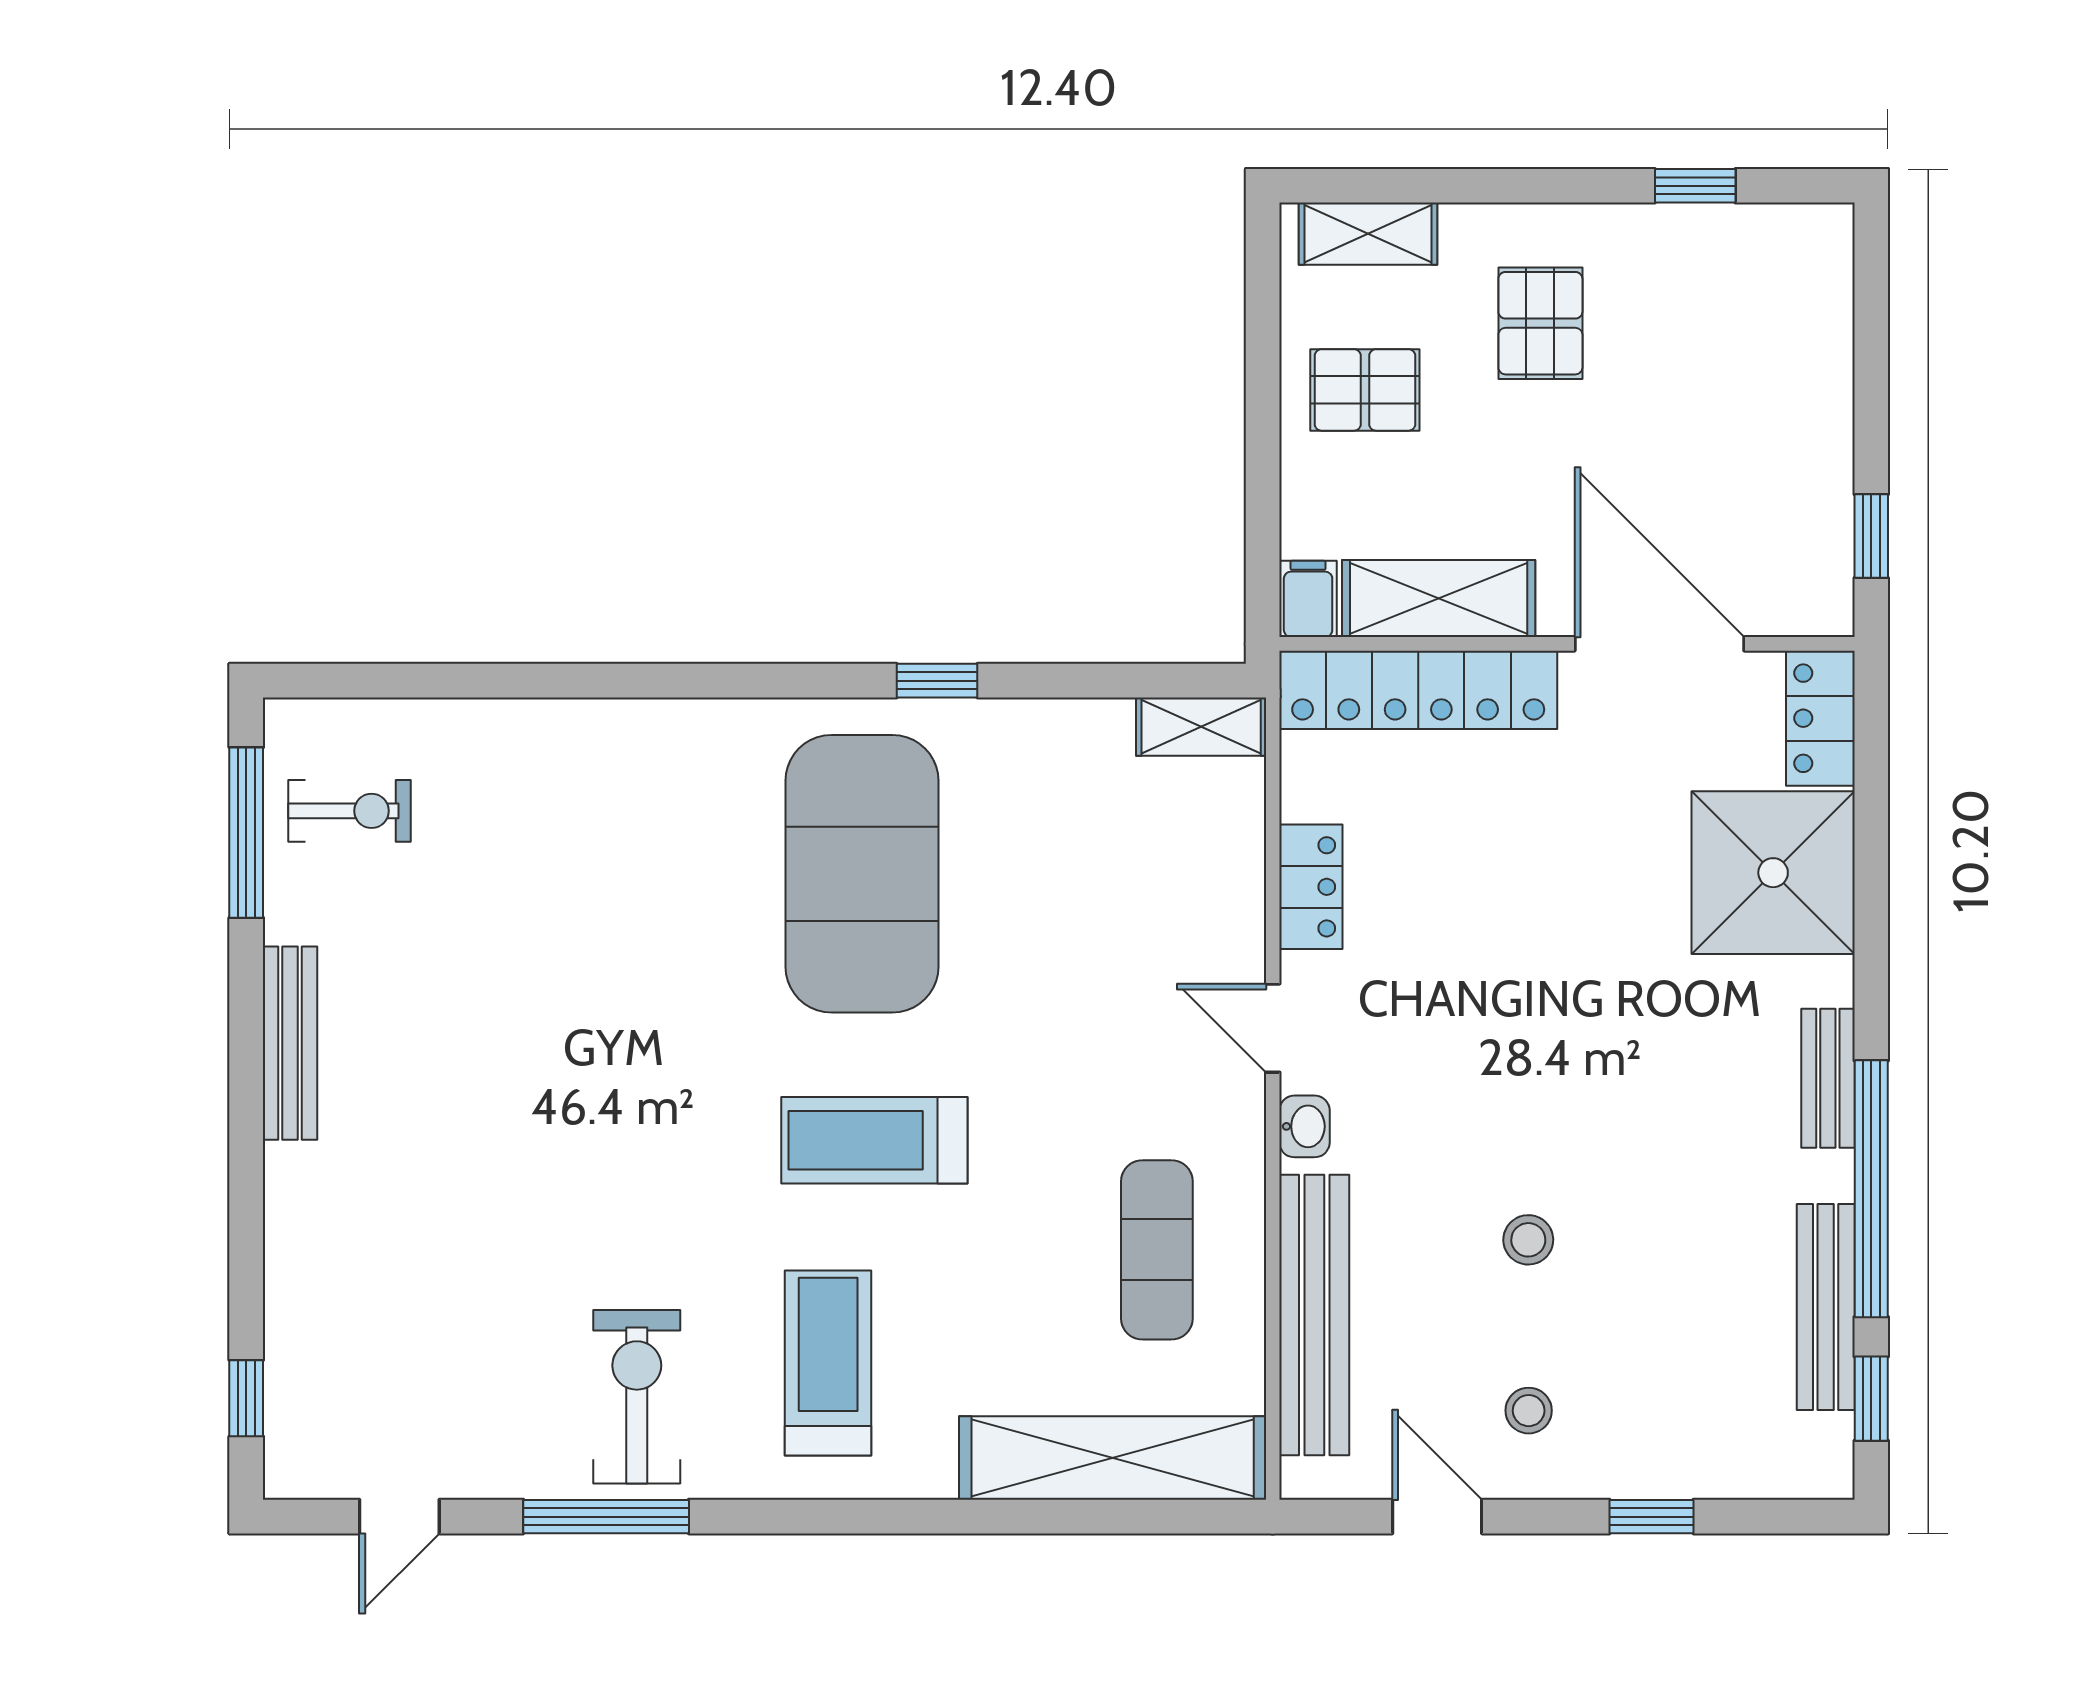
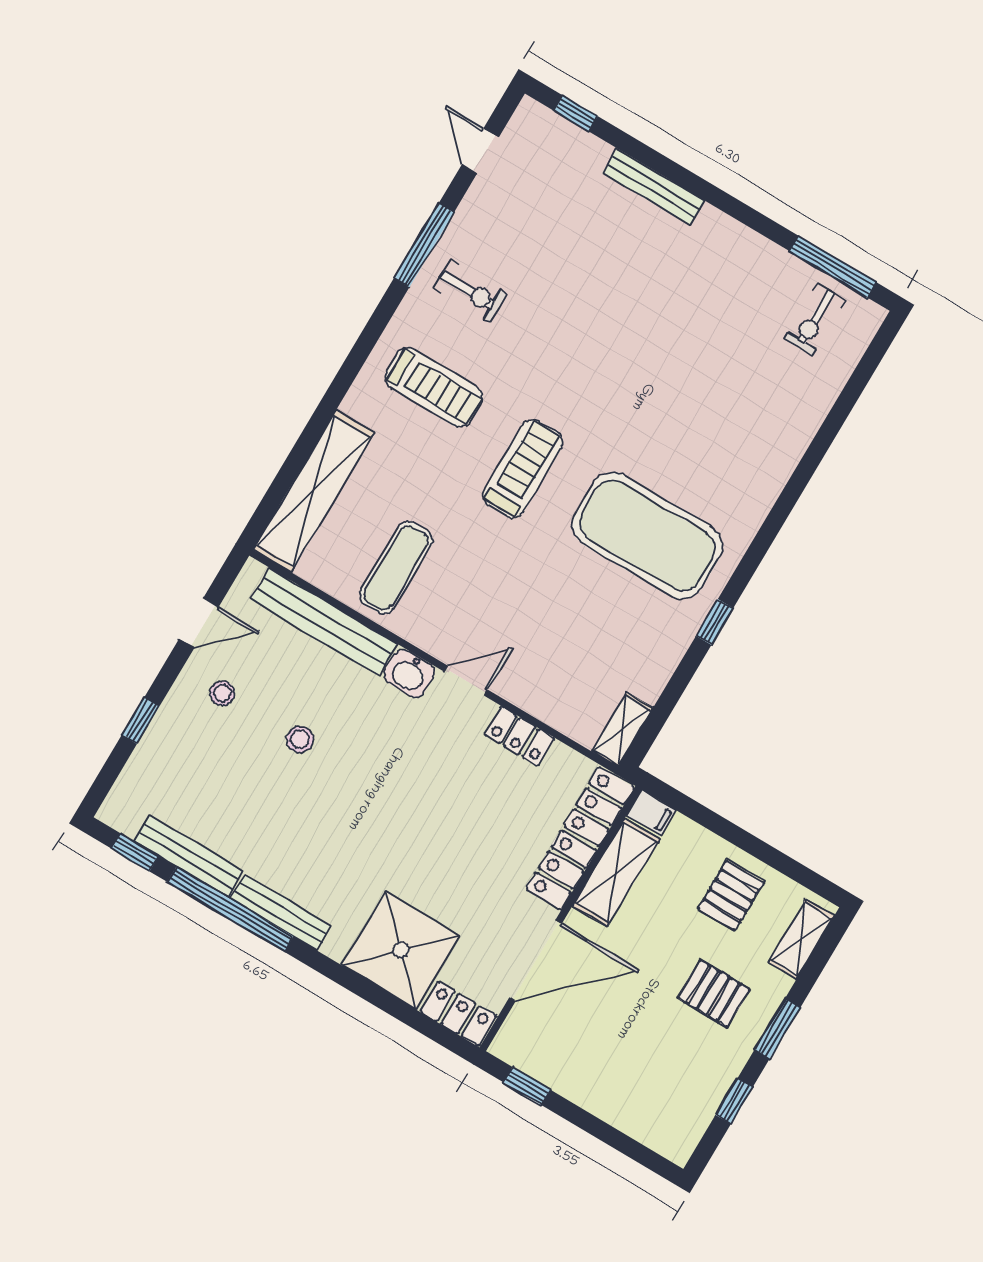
window: (1536, 186) -> (777, 1029), added
bench: (290, 1043) -> (654, 187), moved
bench: (1828, 1078) -> (281, 913), width x1.36
washbasin: (1304, 1126) -> (409, 673), width x1.38, depth x1.45
exercise mat: (1157, 1250) -> (396, 568), turned 90
exercise bike: (637, 1397) -> (470, 291), width x0.73, depth x0.72

